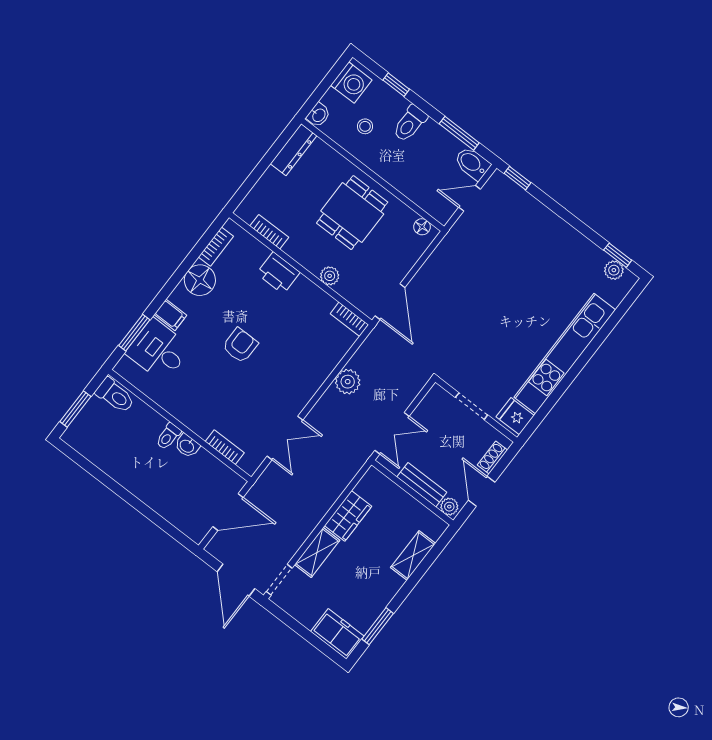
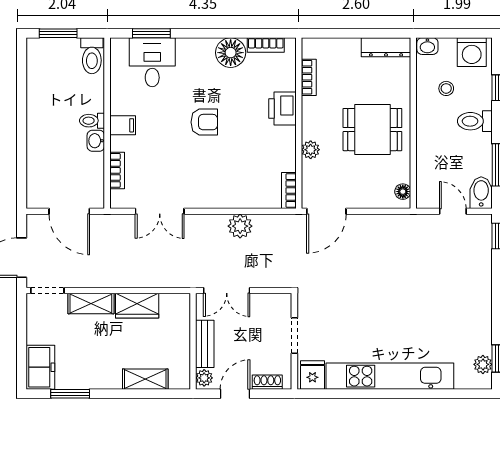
filing cabinet: (170, 315) -> (123, 125), moved, turned -90

